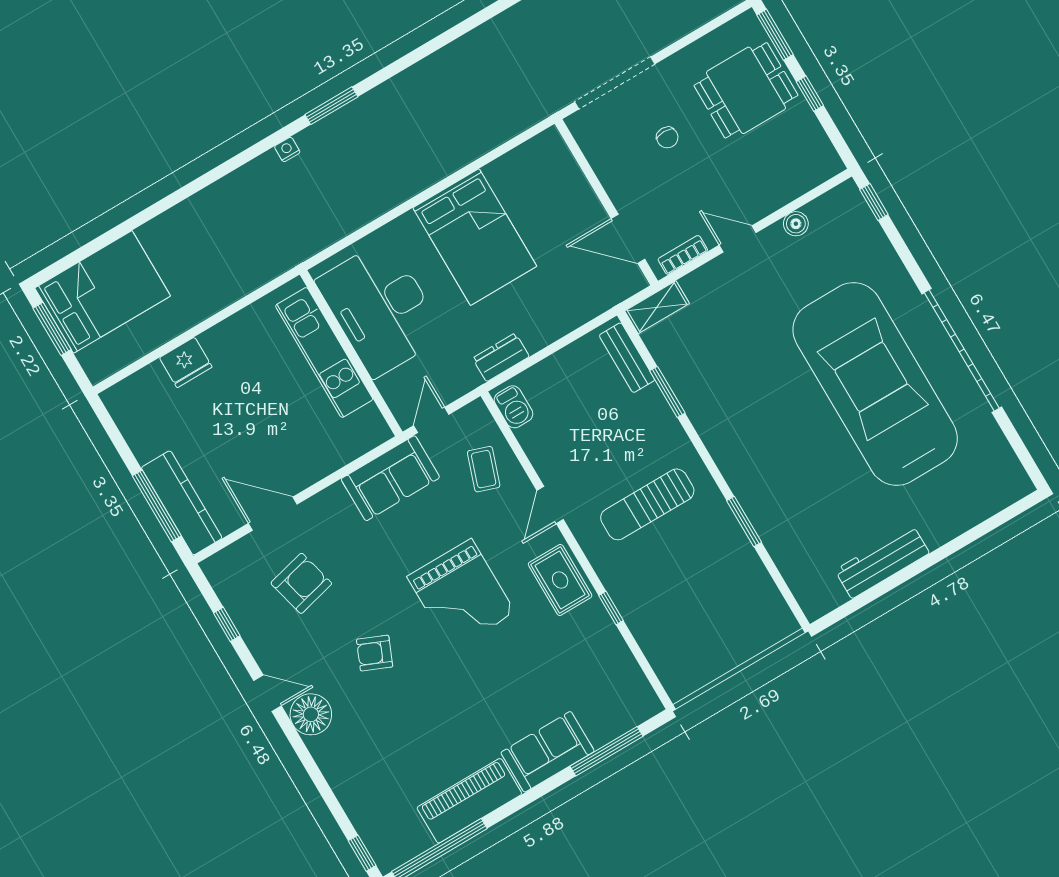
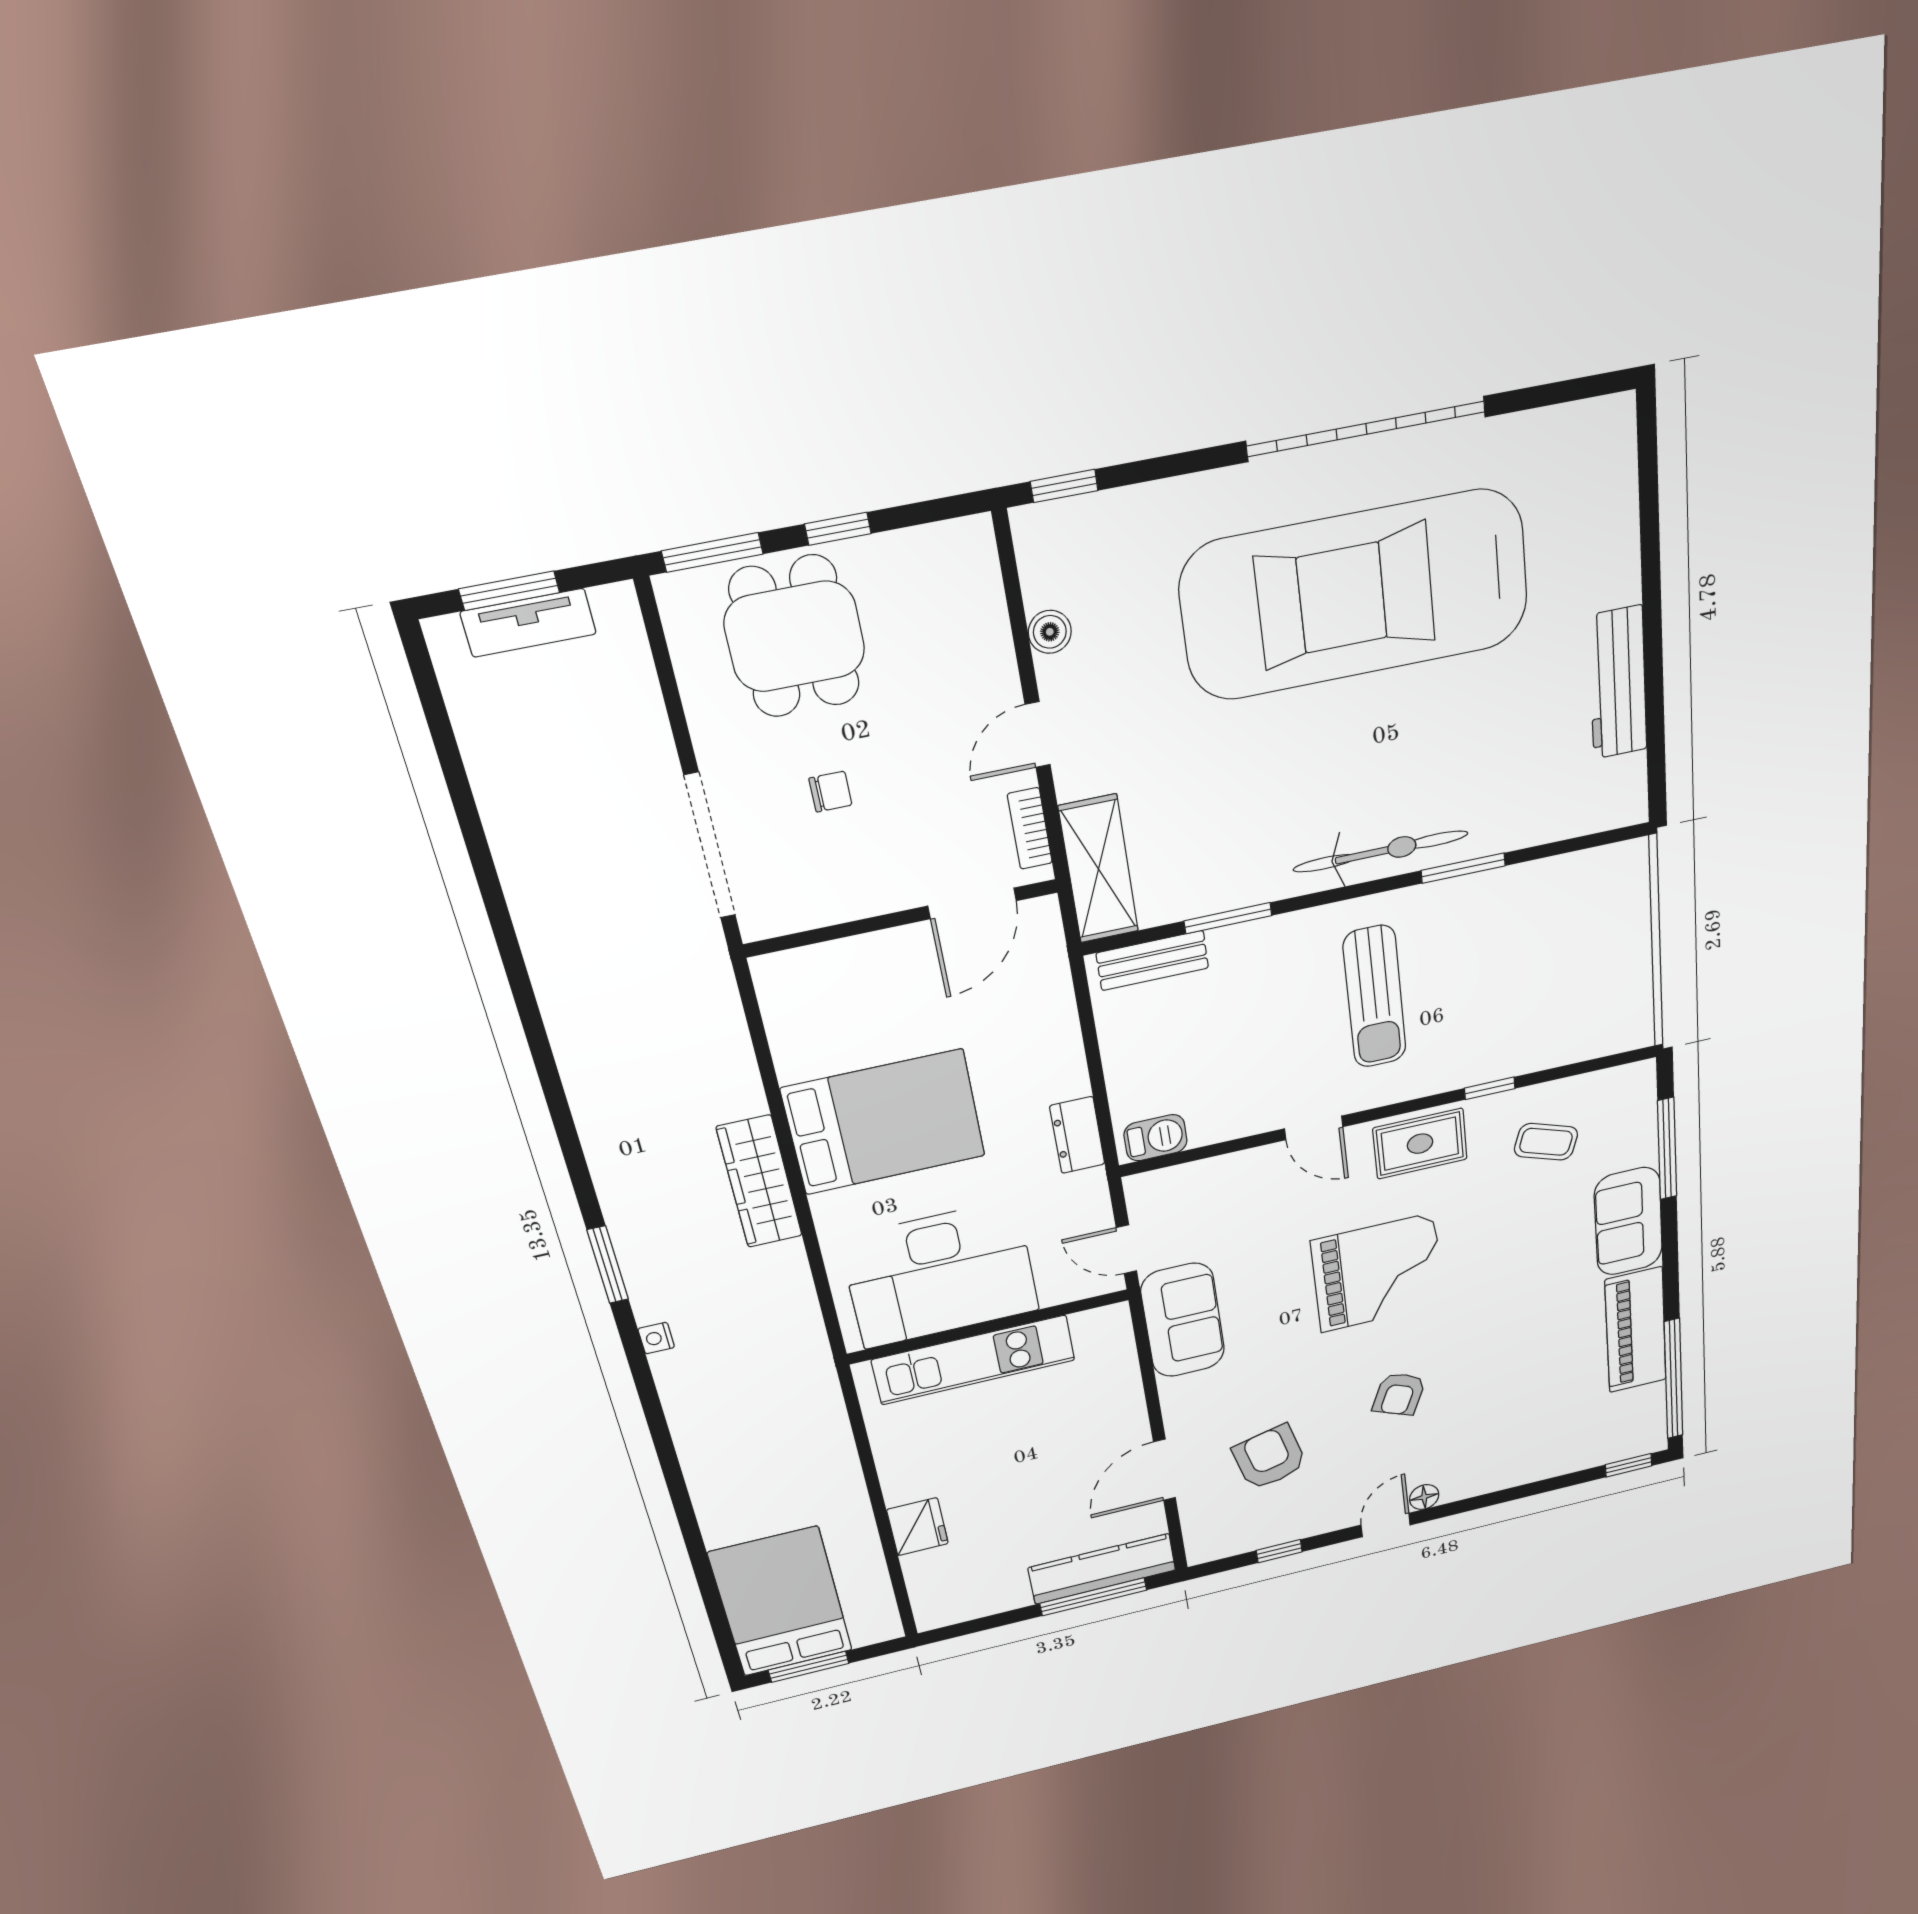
wardrobe: (414, 177) -> (759, 1182), added
shelving: (657, 307) -> (1099, 869), width x1.50, depth x1.33
bicycle: (737, 466) -> (1381, 851), added
coffee table: (484, 469) -> (1546, 1142), moved
floor lamp: (311, 714) -> (1424, 1497), width x0.53, depth x0.53

